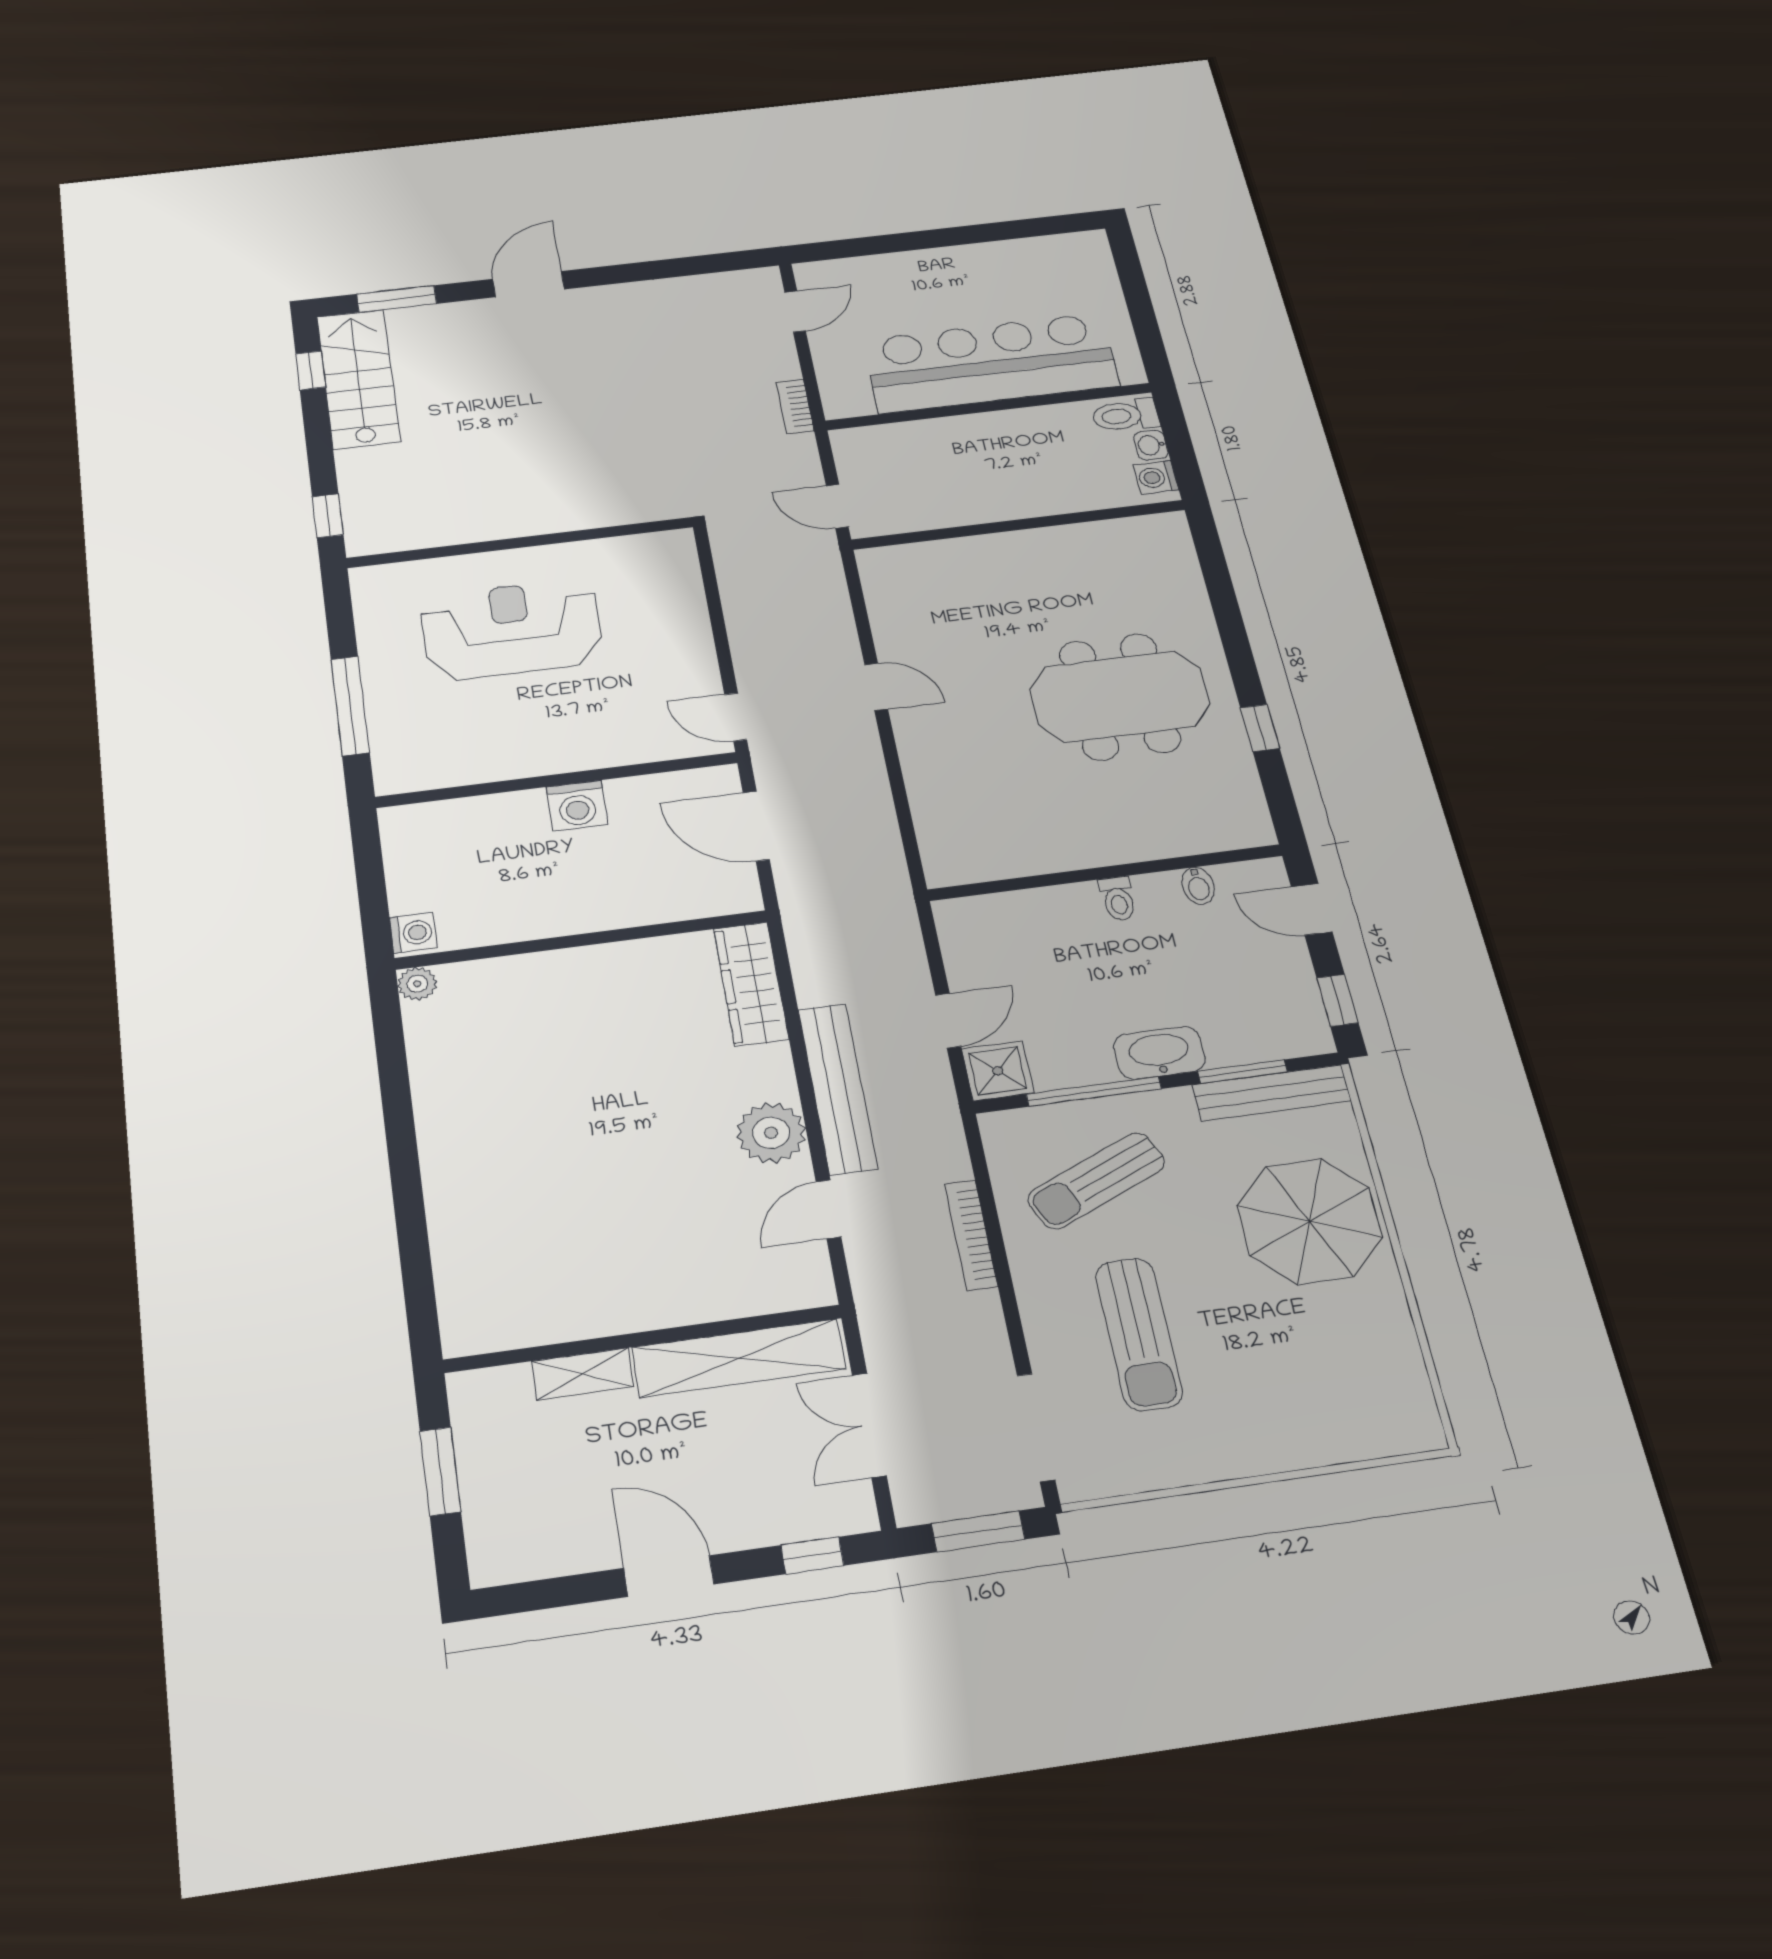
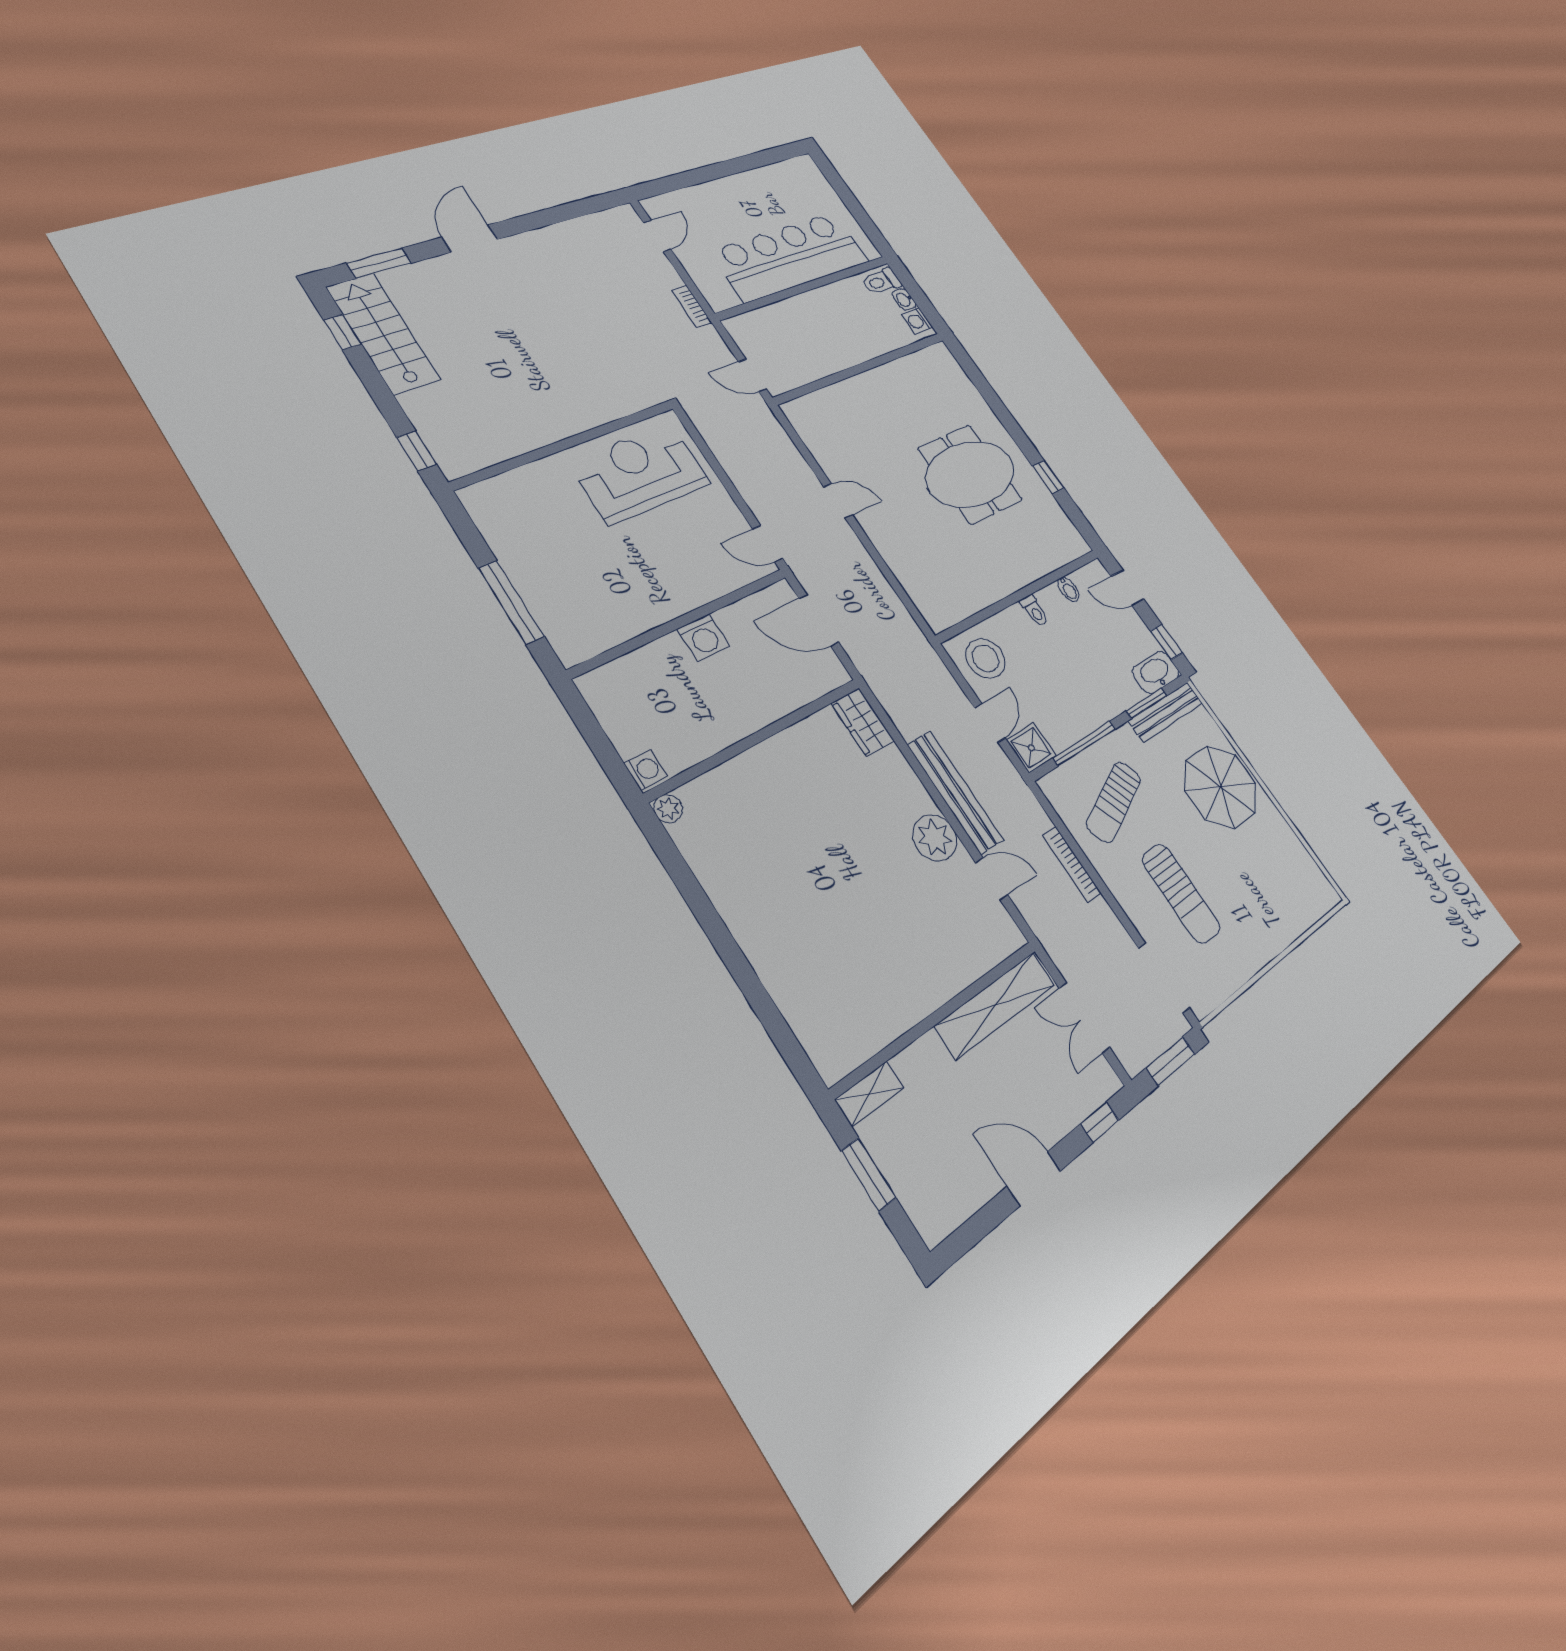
reception desk: (512, 629) -> (640, 473), moved
stool: (993, 939) -> (985, 658), added
wardrobe: (751, 984) -> (863, 722), width x0.67
washbasin: (1159, 1053) -> (1156, 672), moved
door: (828, 1209) -> (991, 879), swing flipped
shelving: (583, 1374) -> (869, 1094), moved

